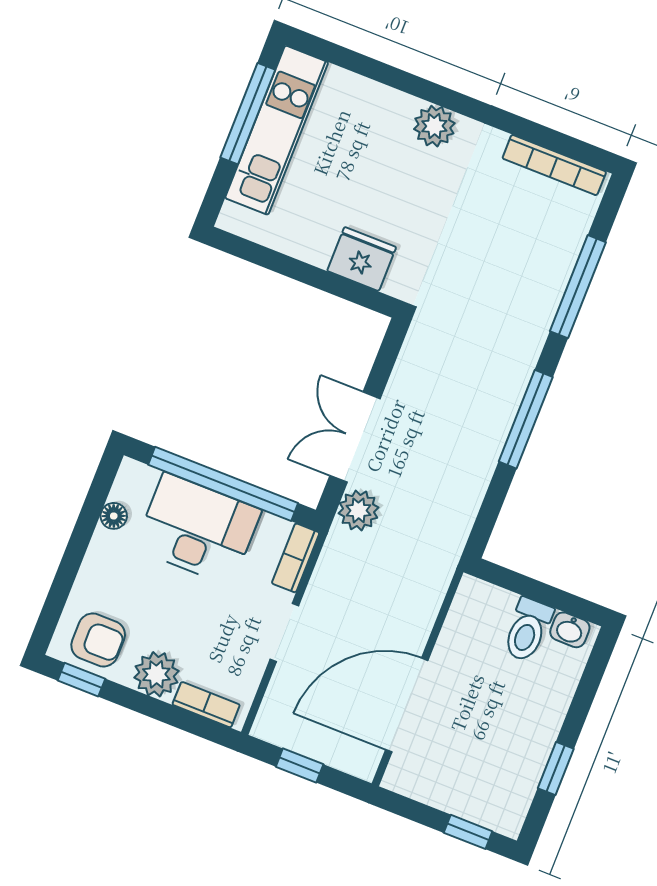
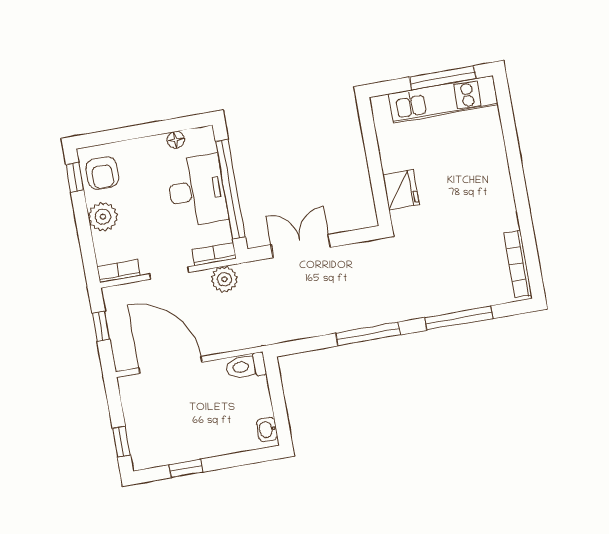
plant: (434, 126) -> (499, 185), removed
plant: (359, 510) -> (224, 279), moved
toilet: (528, 630) -> (246, 366), moved
bookcase: (206, 705) -> (118, 271), moved, turned -90

